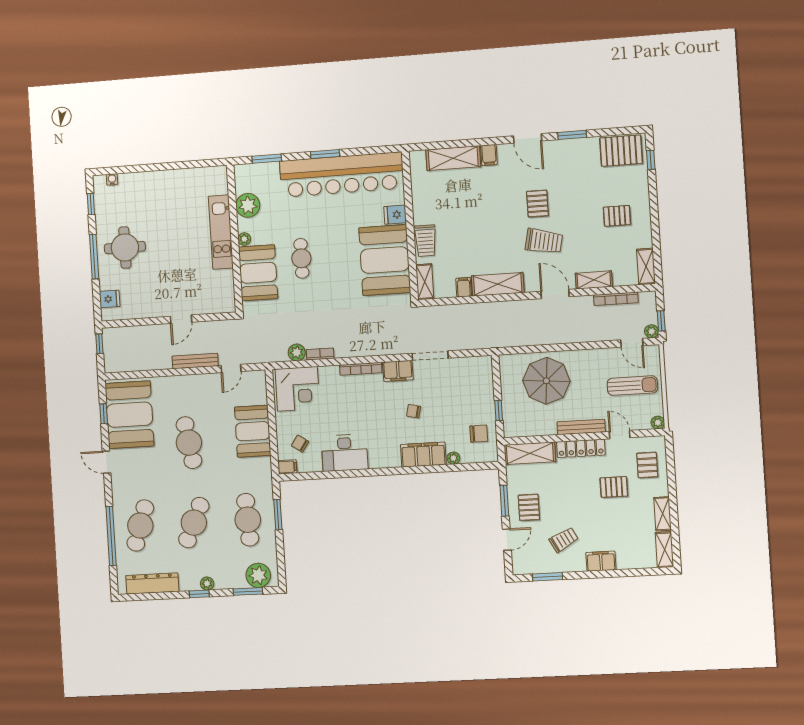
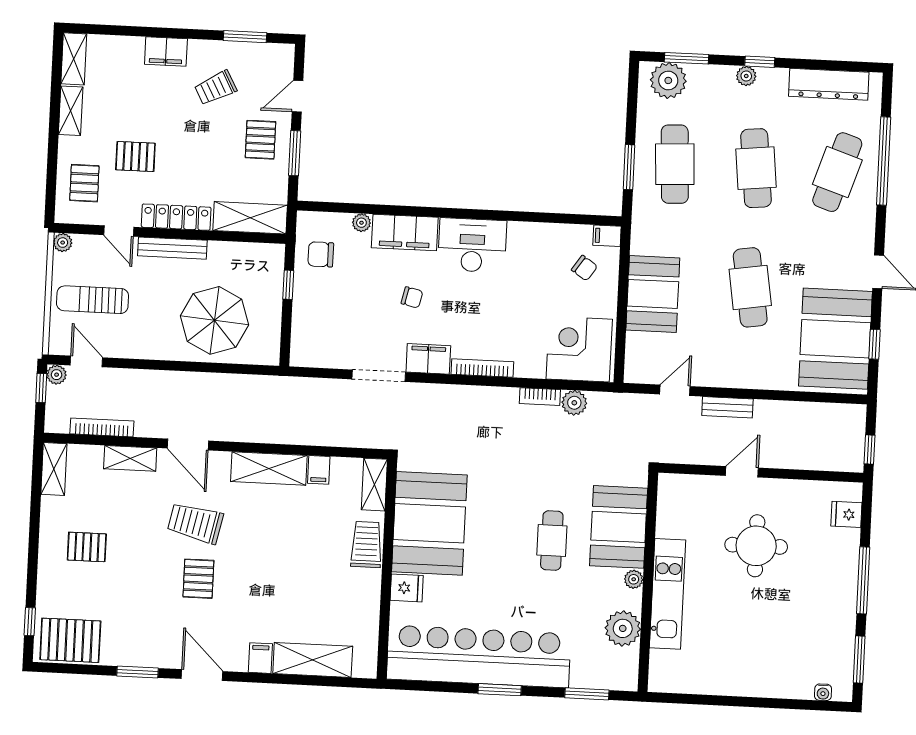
window: (91, 204) -> (859, 659), width x1.50
round table: (125, 247) -> (756, 546), moved
bench: (195, 361) -> (727, 407), width x0.73
desk: (345, 453) -> (472, 245), moved
cafe table: (194, 523) -> (756, 168), turned -30

